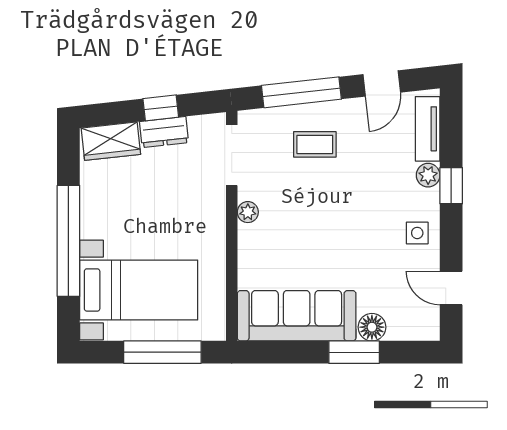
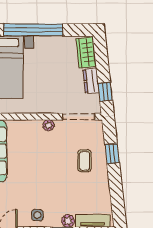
door: (382, 83) -> (117, 196), removed
window: (301, 92) -> (112, 154), width x0.46
window: (161, 108) -> (105, 92), moved

